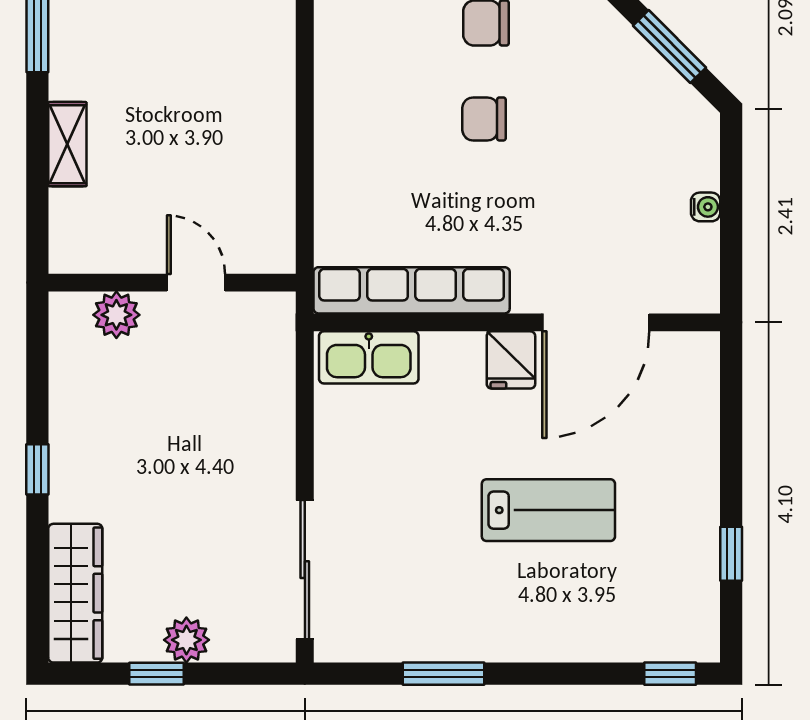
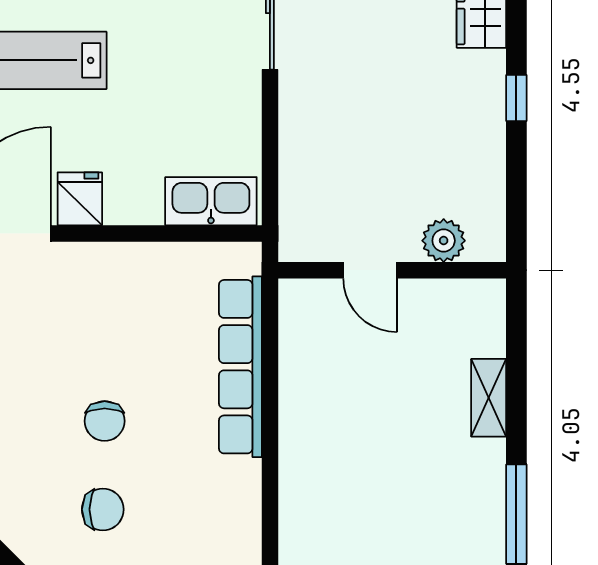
chair: (484, 119) -> (105, 421), turned 90
row of seats: (412, 290) -> (240, 367), moved, turned 90

